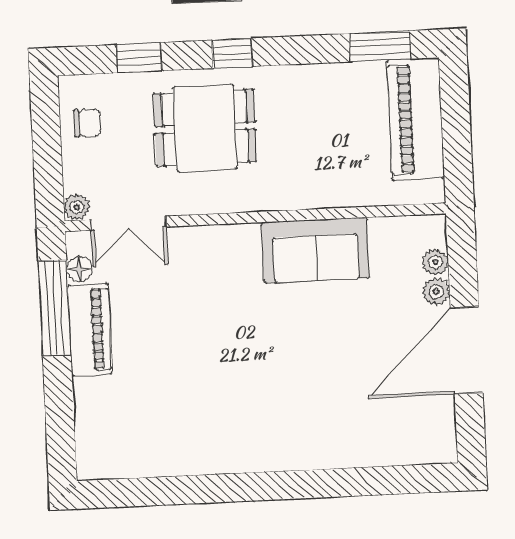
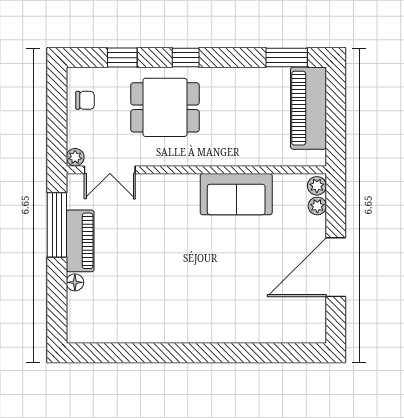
floor lamp: (79, 269) -> (75, 282), moved
plant: (436, 292) -> (317, 186), moved

